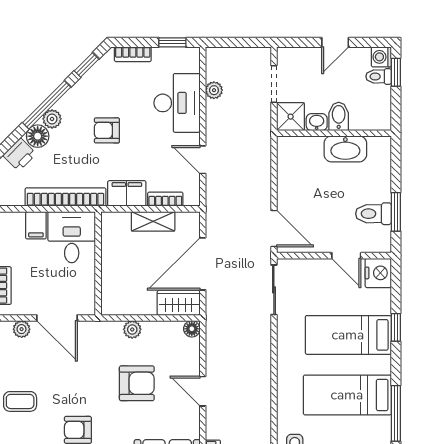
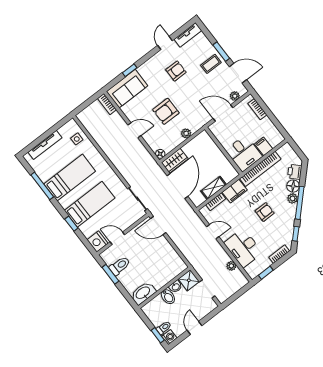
washbasin: (345, 149) -> (143, 293), moved

